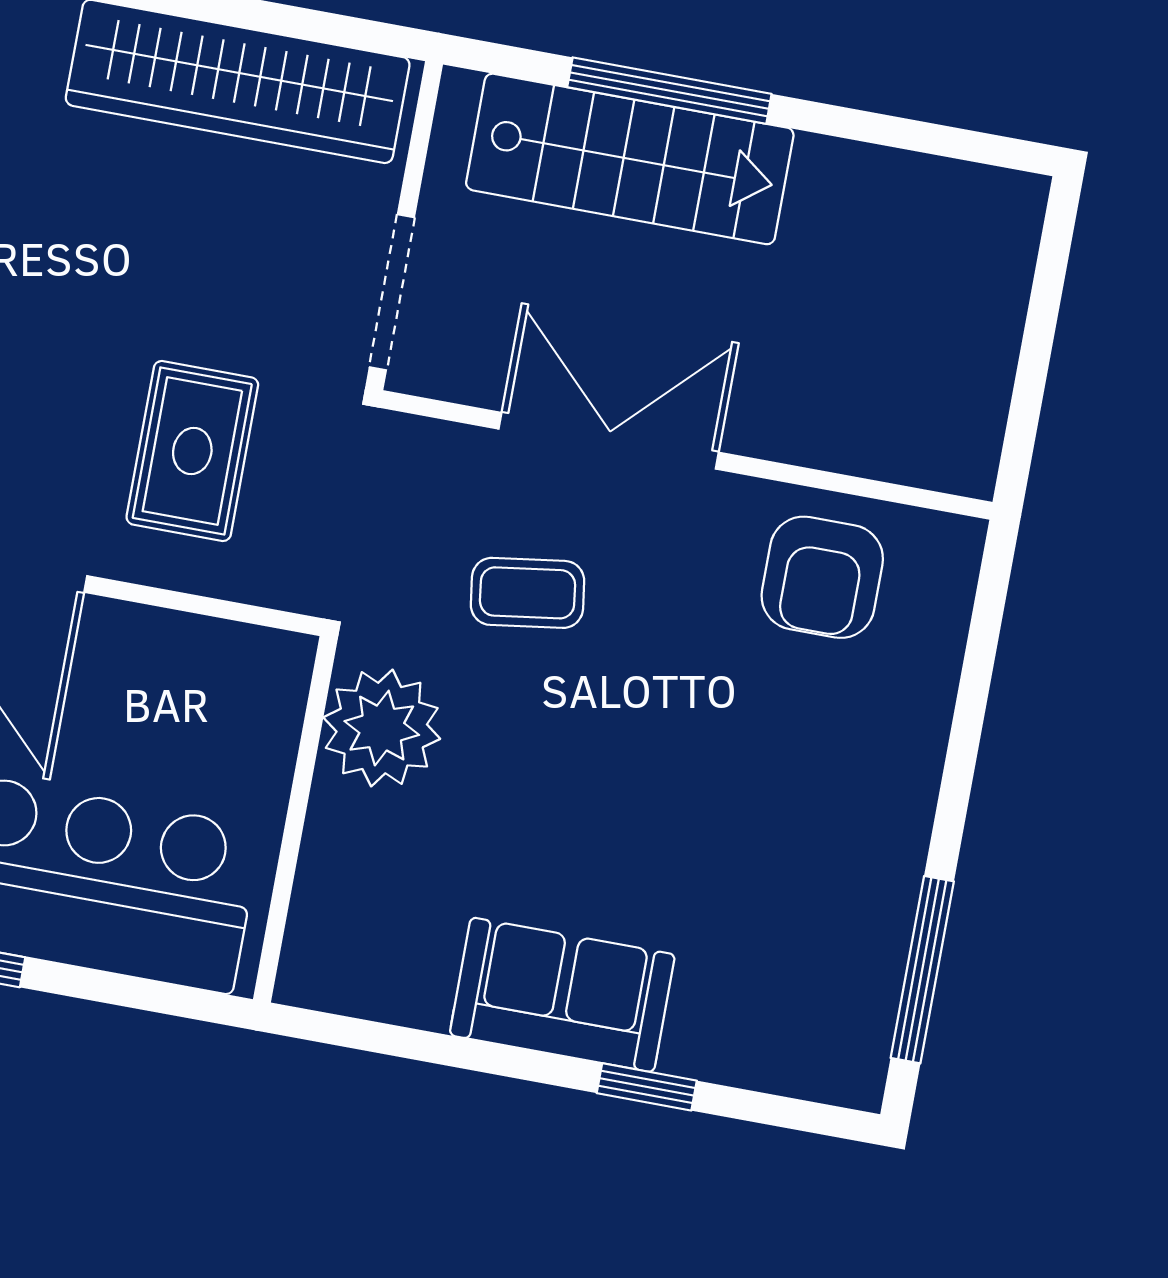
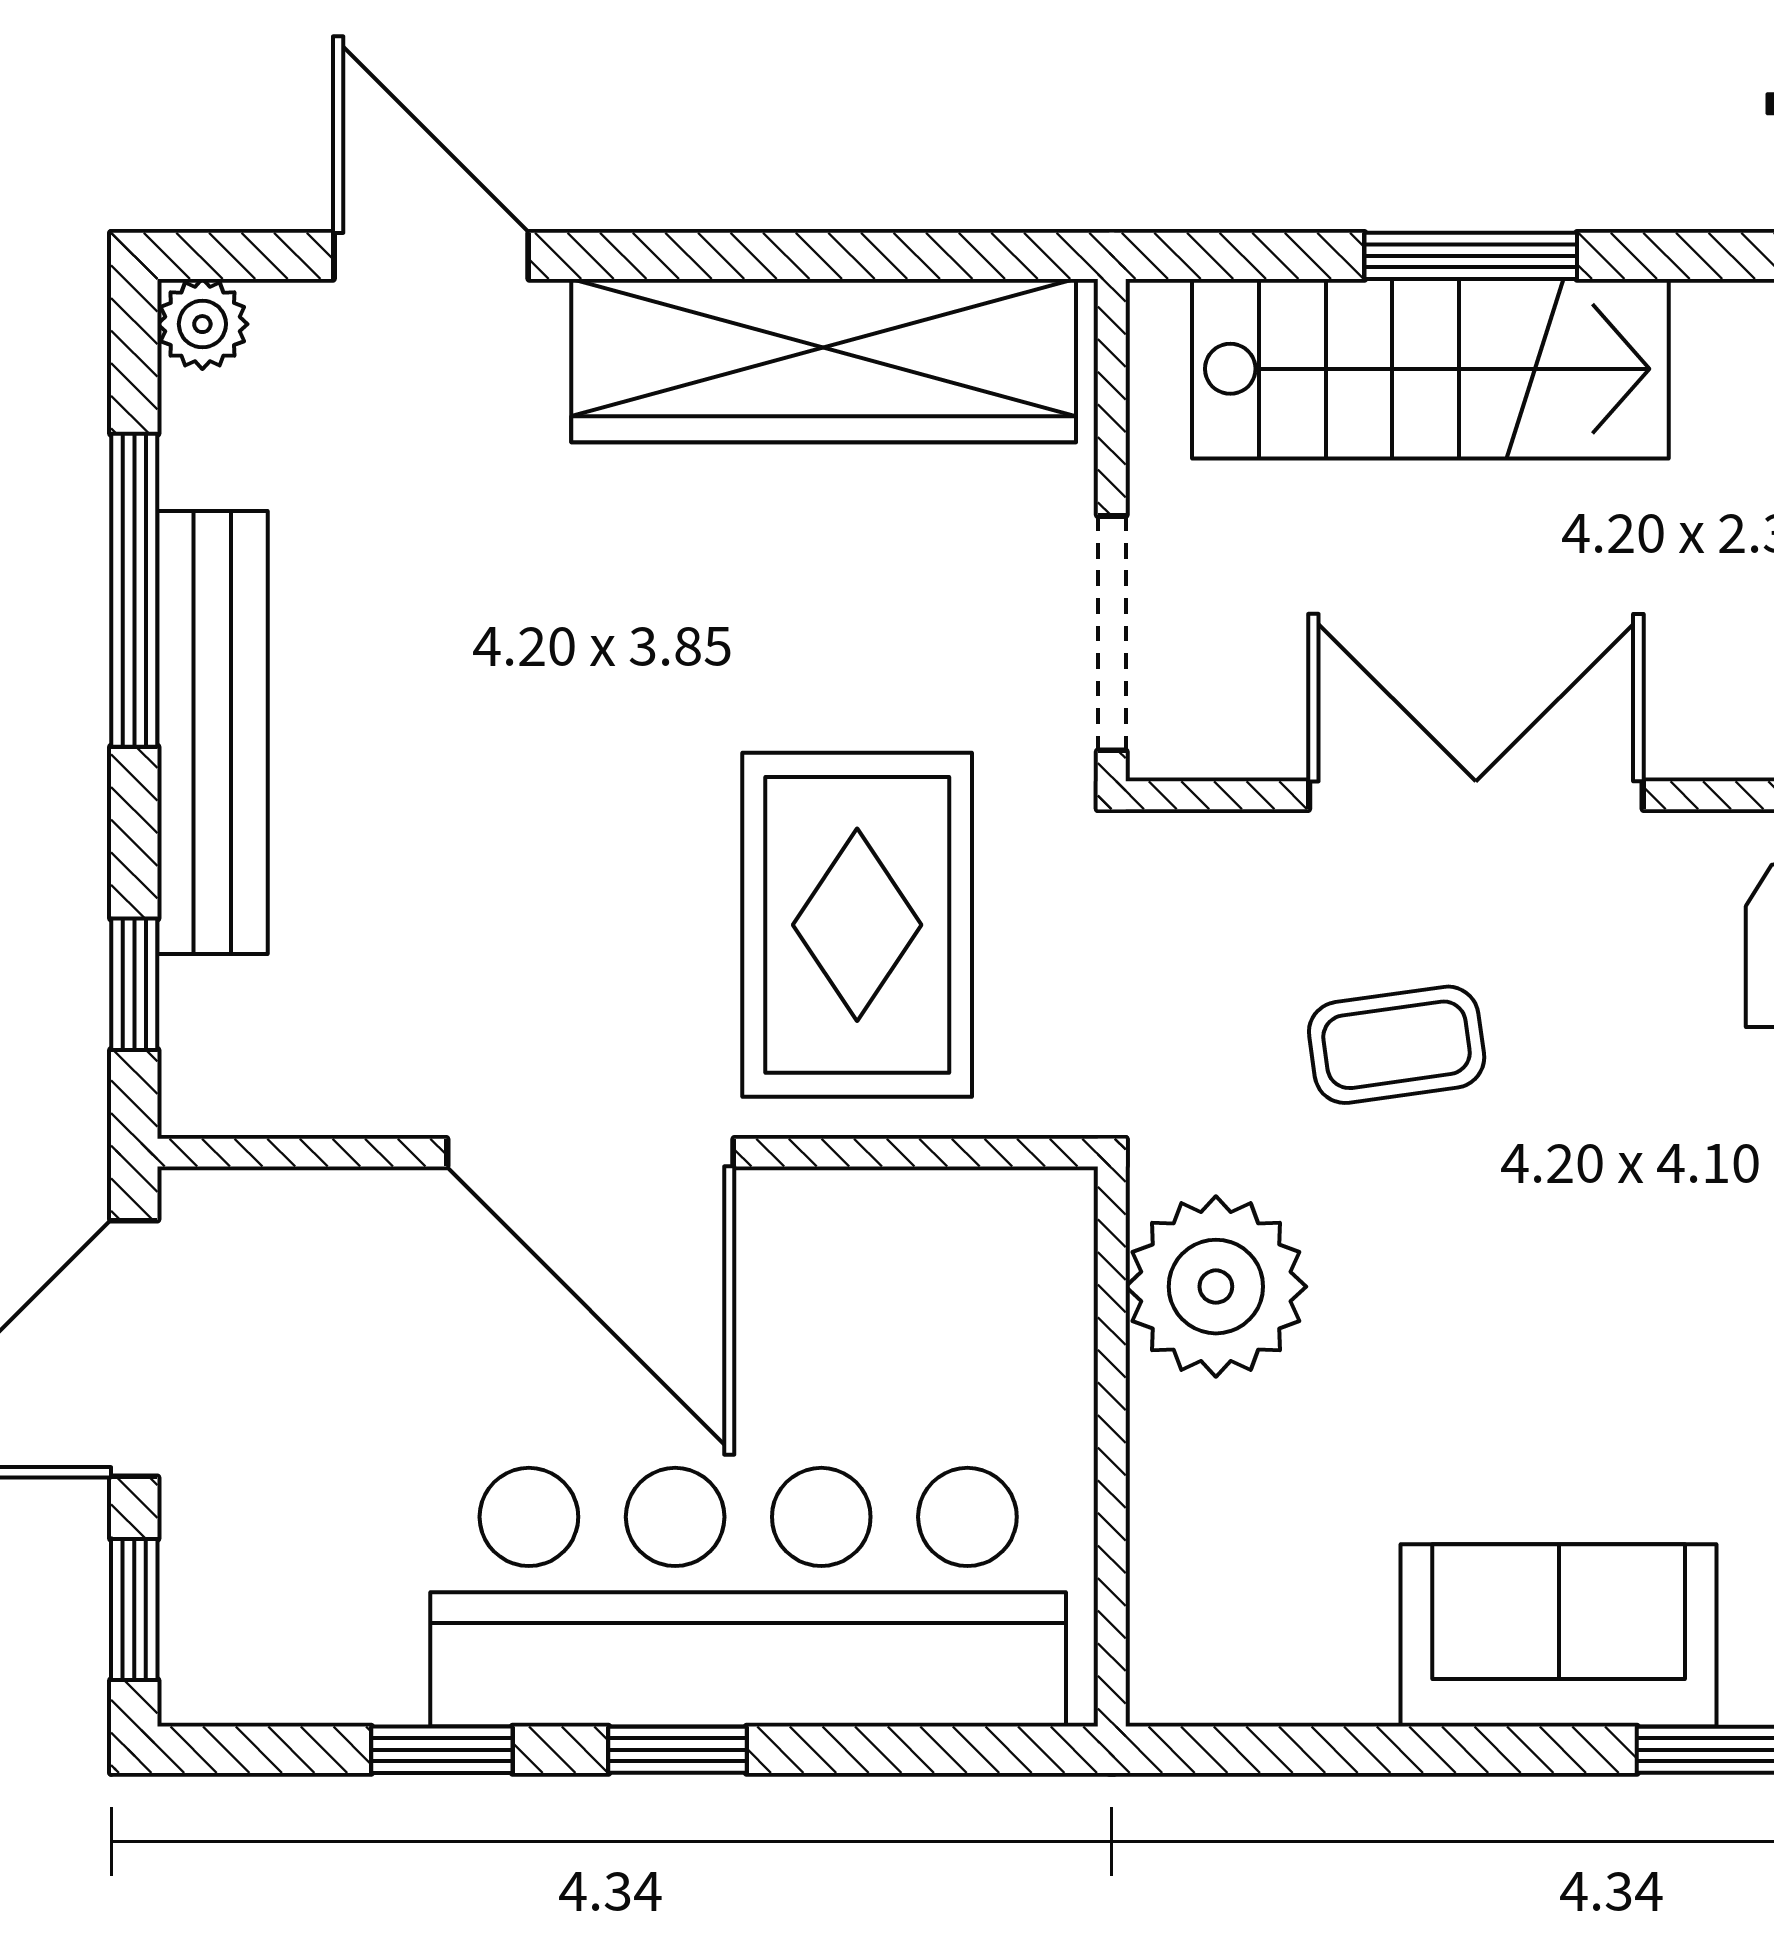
window: (669, 91) -> (1471, 256), width x0.69
rug: (192, 451) -> (857, 925), width x1.36, depth x1.43

